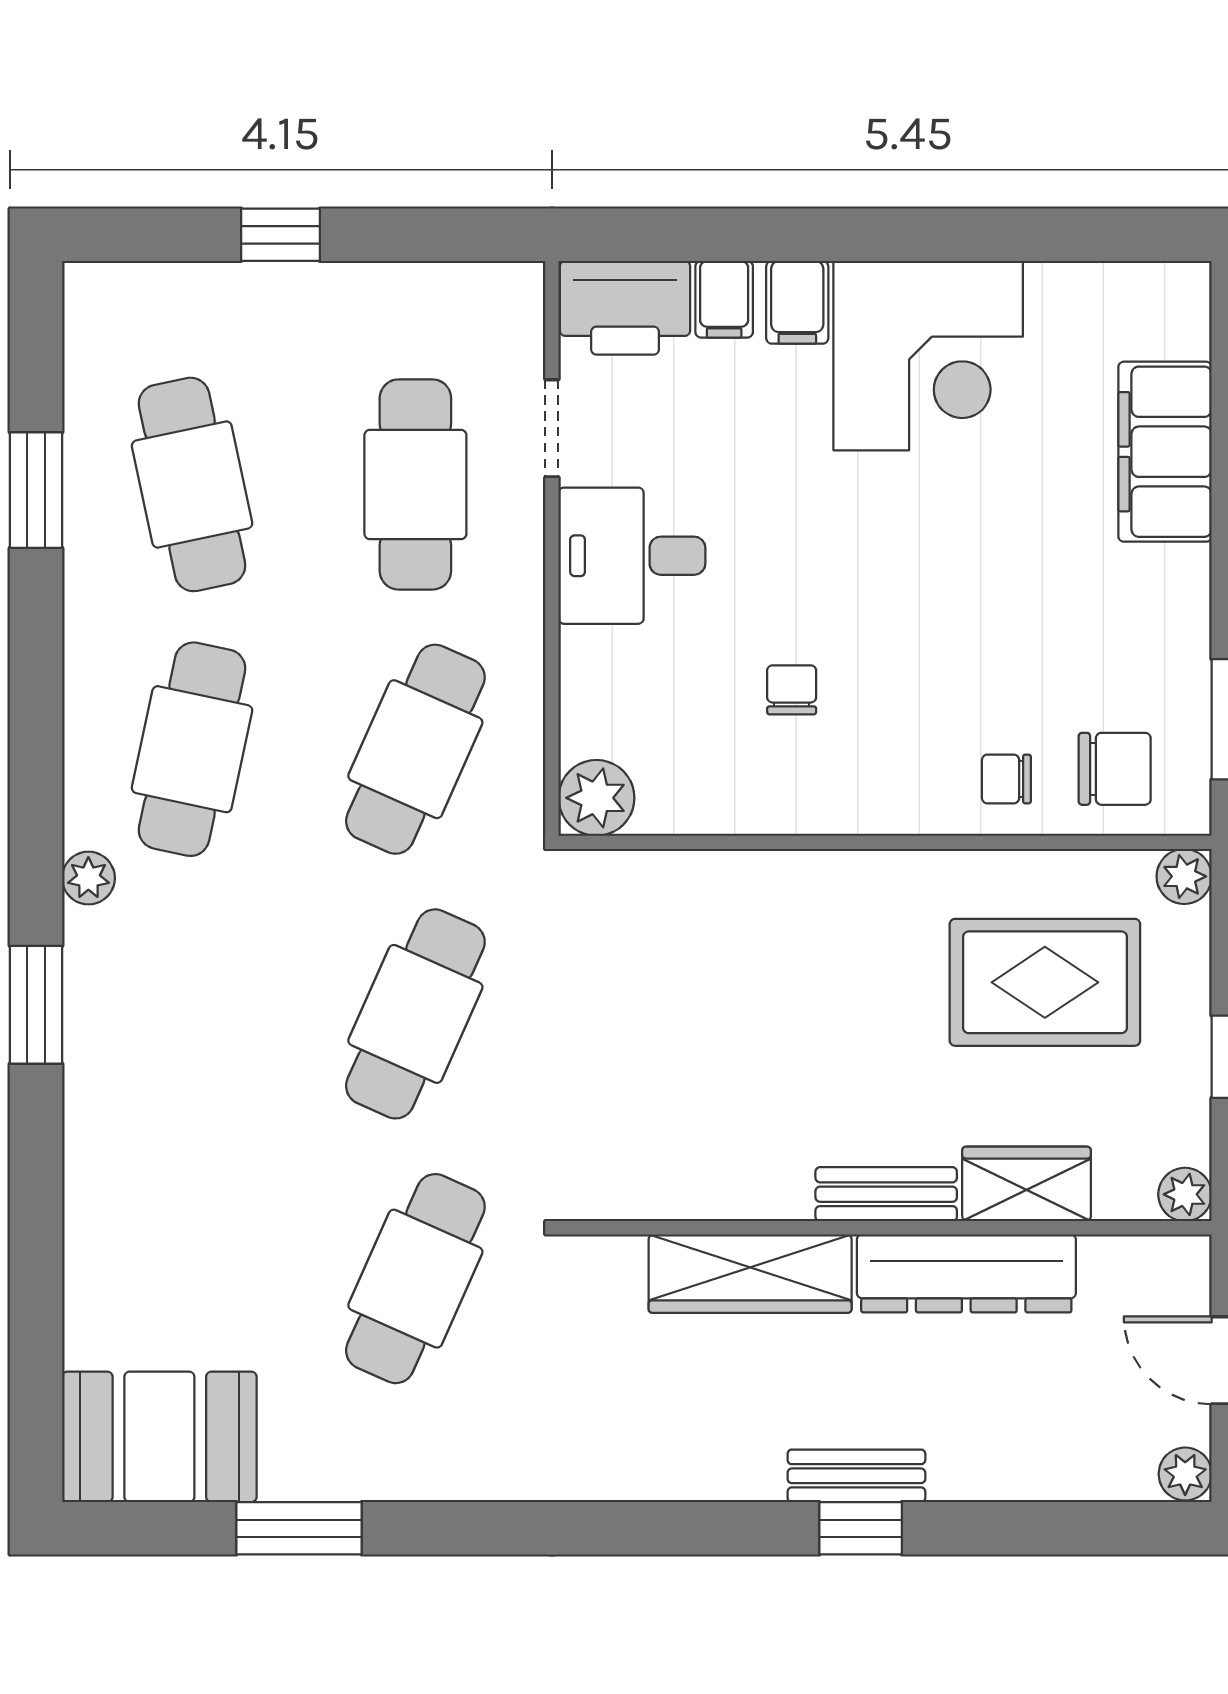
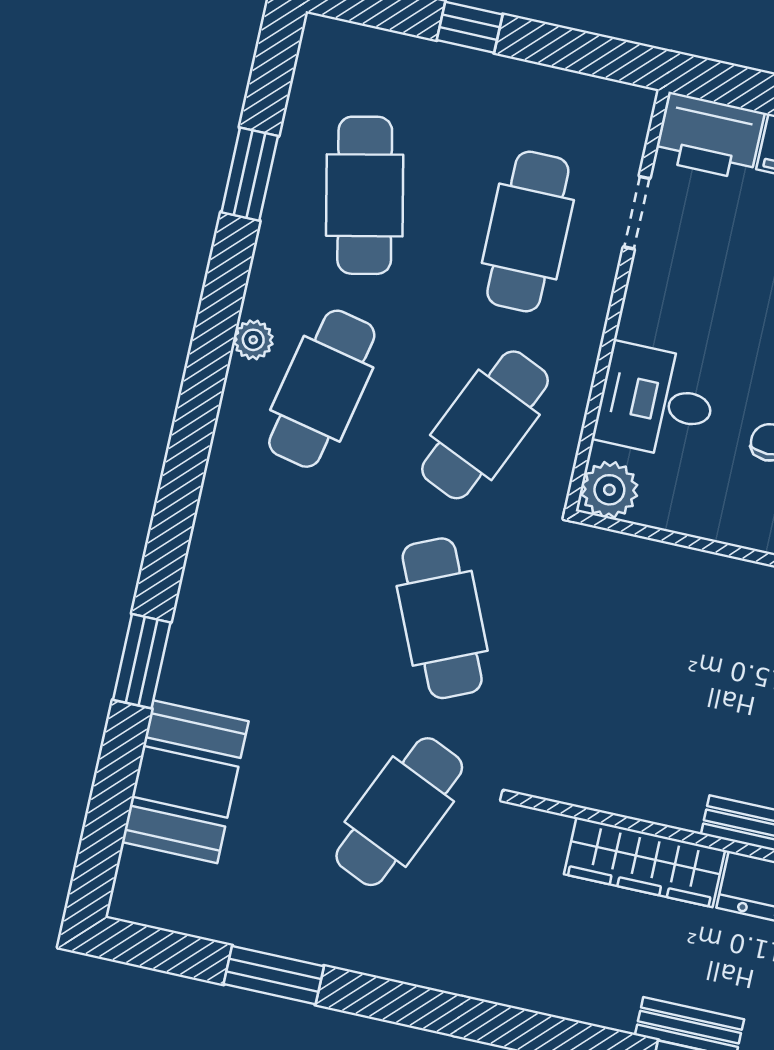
desk: (632, 556) -> (656, 401), moved
plant: (88, 878) -> (253, 340), moved
window: (36, 1005) -> (142, 661), moved
cafe table: (415, 1014) -> (442, 618), turned -48
booth: (159, 1437) -> (185, 782), moved, turned 90

